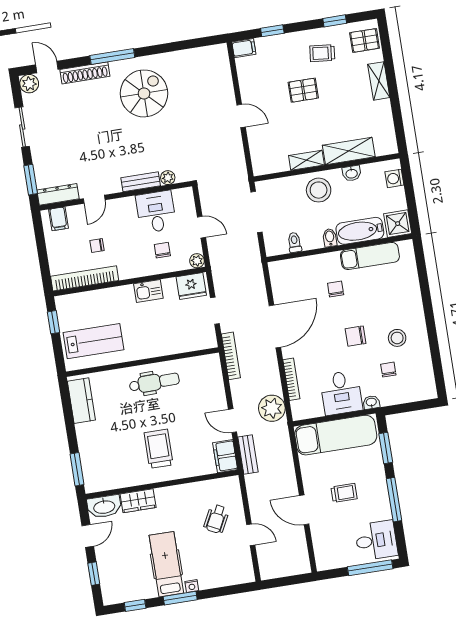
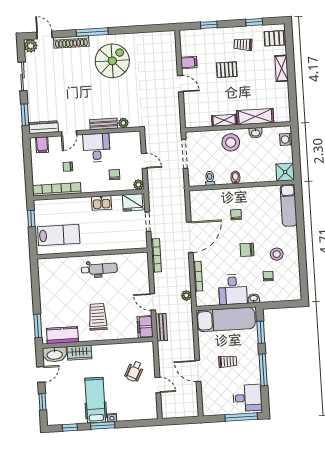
filing cabinet: (244, 48) -> (189, 62), moved
desk: (156, 212) -> (97, 148), moved
bathtub: (360, 231) -> (258, 175), removed
exam couch: (370, 256) -> (289, 205), moved, turned 90
kitchen counter: (81, 401) -> (62, 335), moved, turned -90
plant: (272, 408) -> (186, 295), width x0.53, depth x0.53

